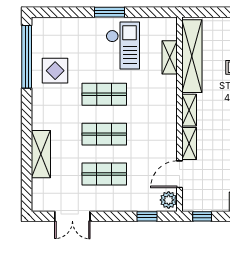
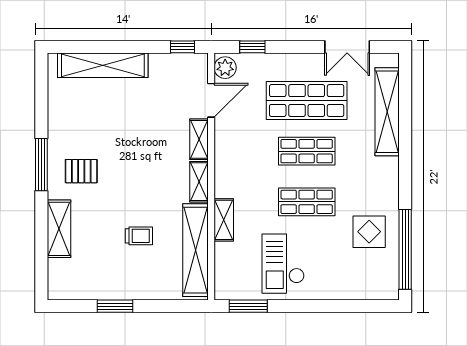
window: (110, 12) -> (248, 306), moved
shelving: (170, 57) -> (224, 220), moved
shelving: (41, 154) -> (387, 112), width x1.47
shop shelf: (104, 174) -> (307, 101), width x1.43, depth x1.36
double door: (72, 216) -> (347, 47), swing flipped

